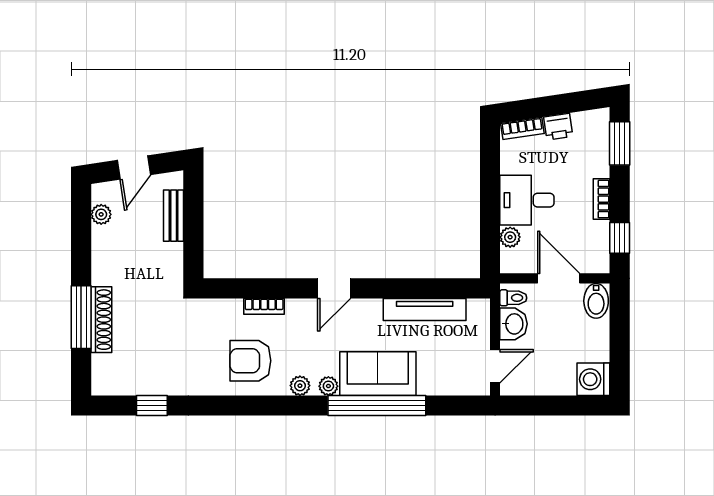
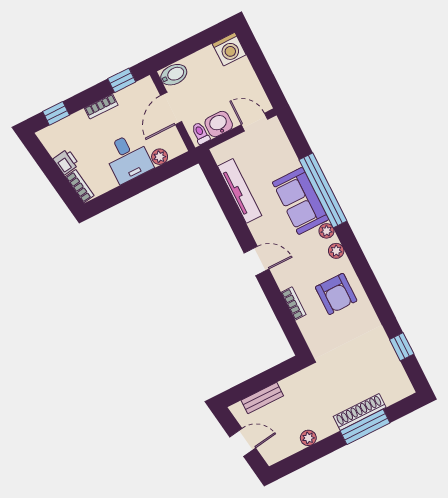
window: (620, 143) -> (56, 113), width x0.67
plant: (101, 214) -> (308, 438), moved

